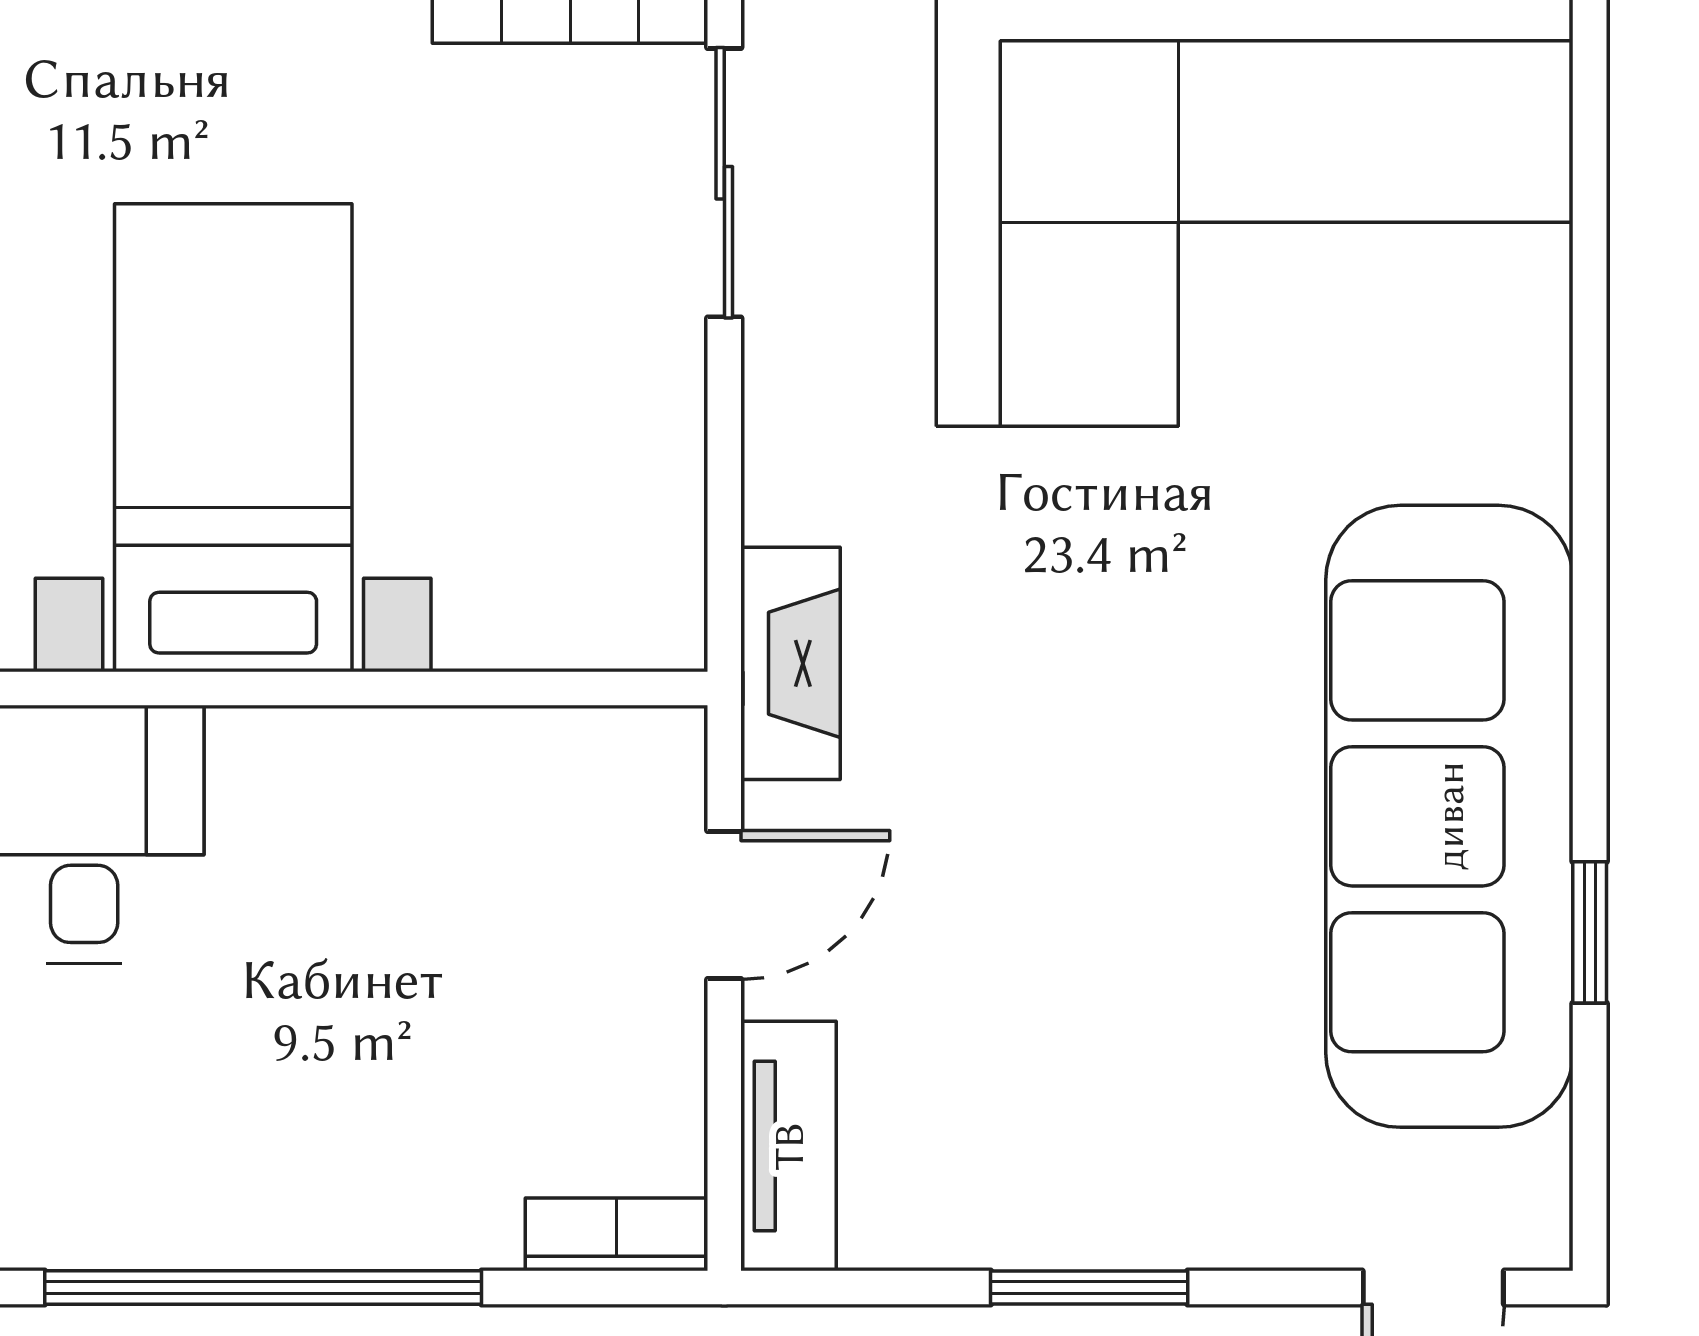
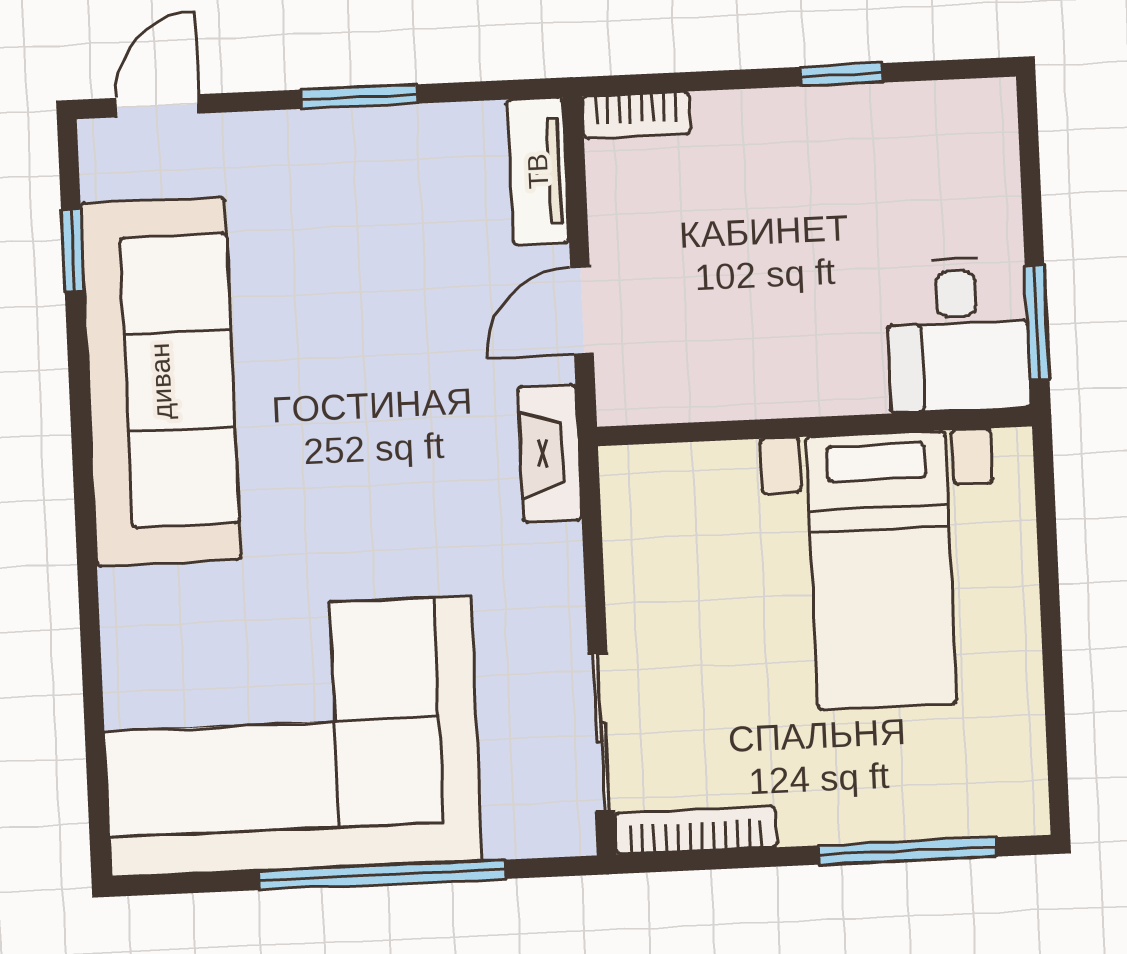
window: (1590, 932) -> (73, 250), moved
window: (263, 1287) -> (841, 75), width x0.32

